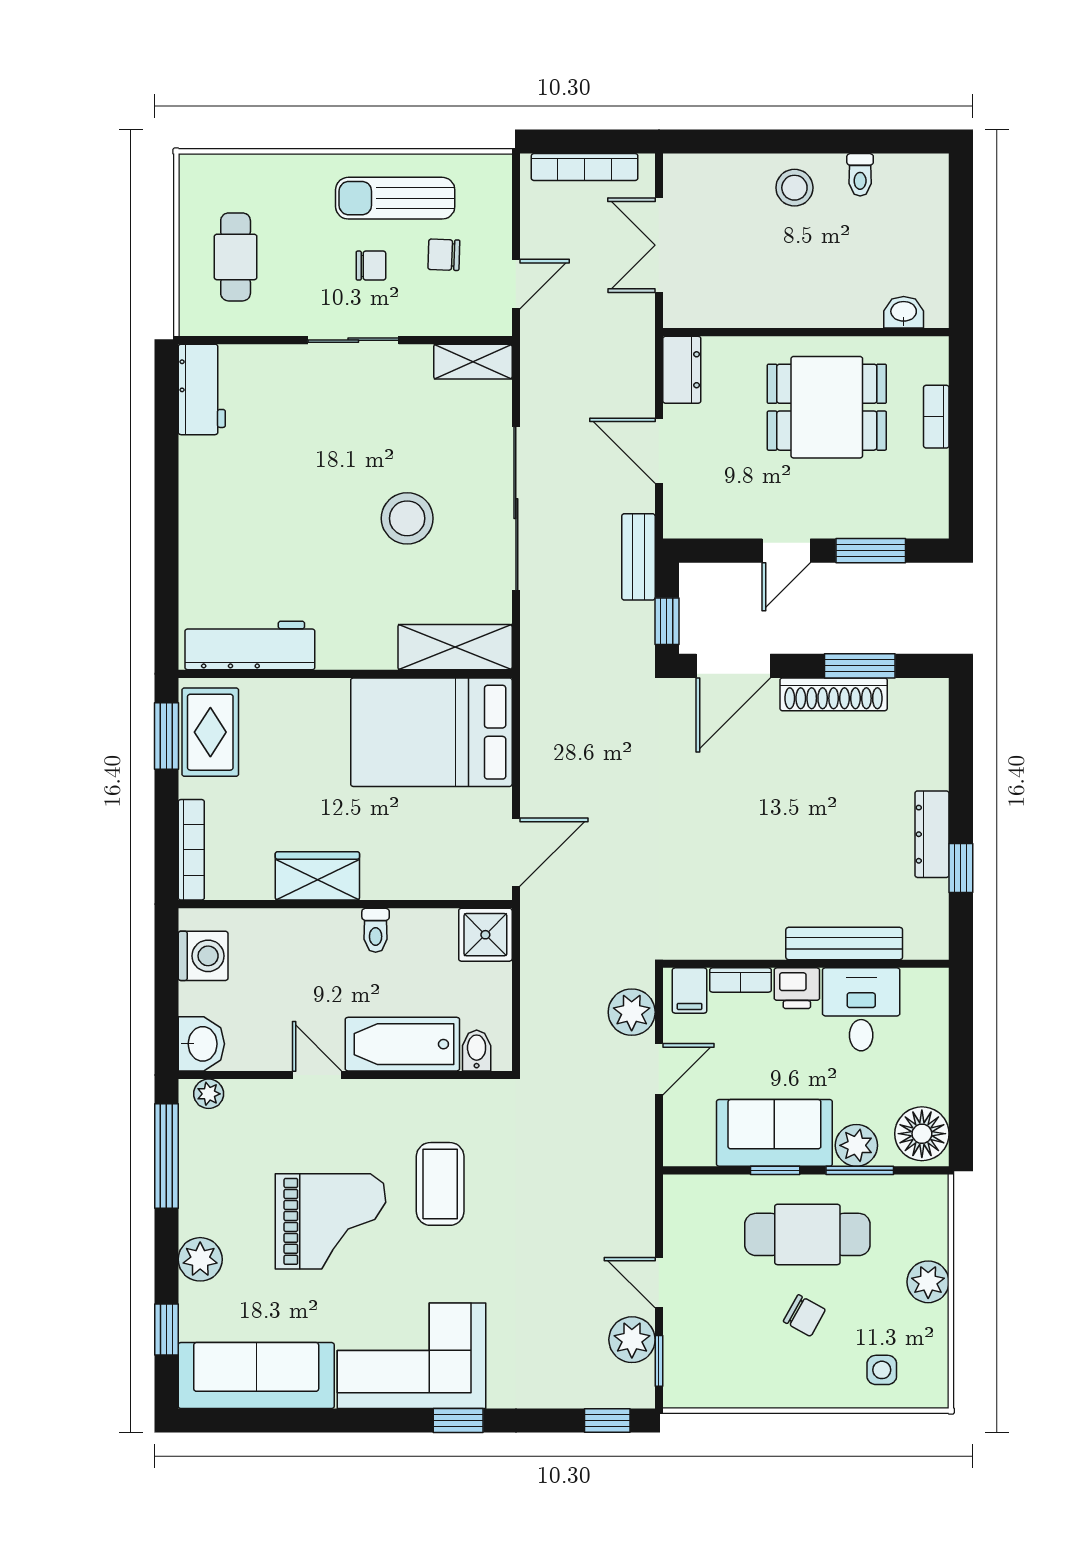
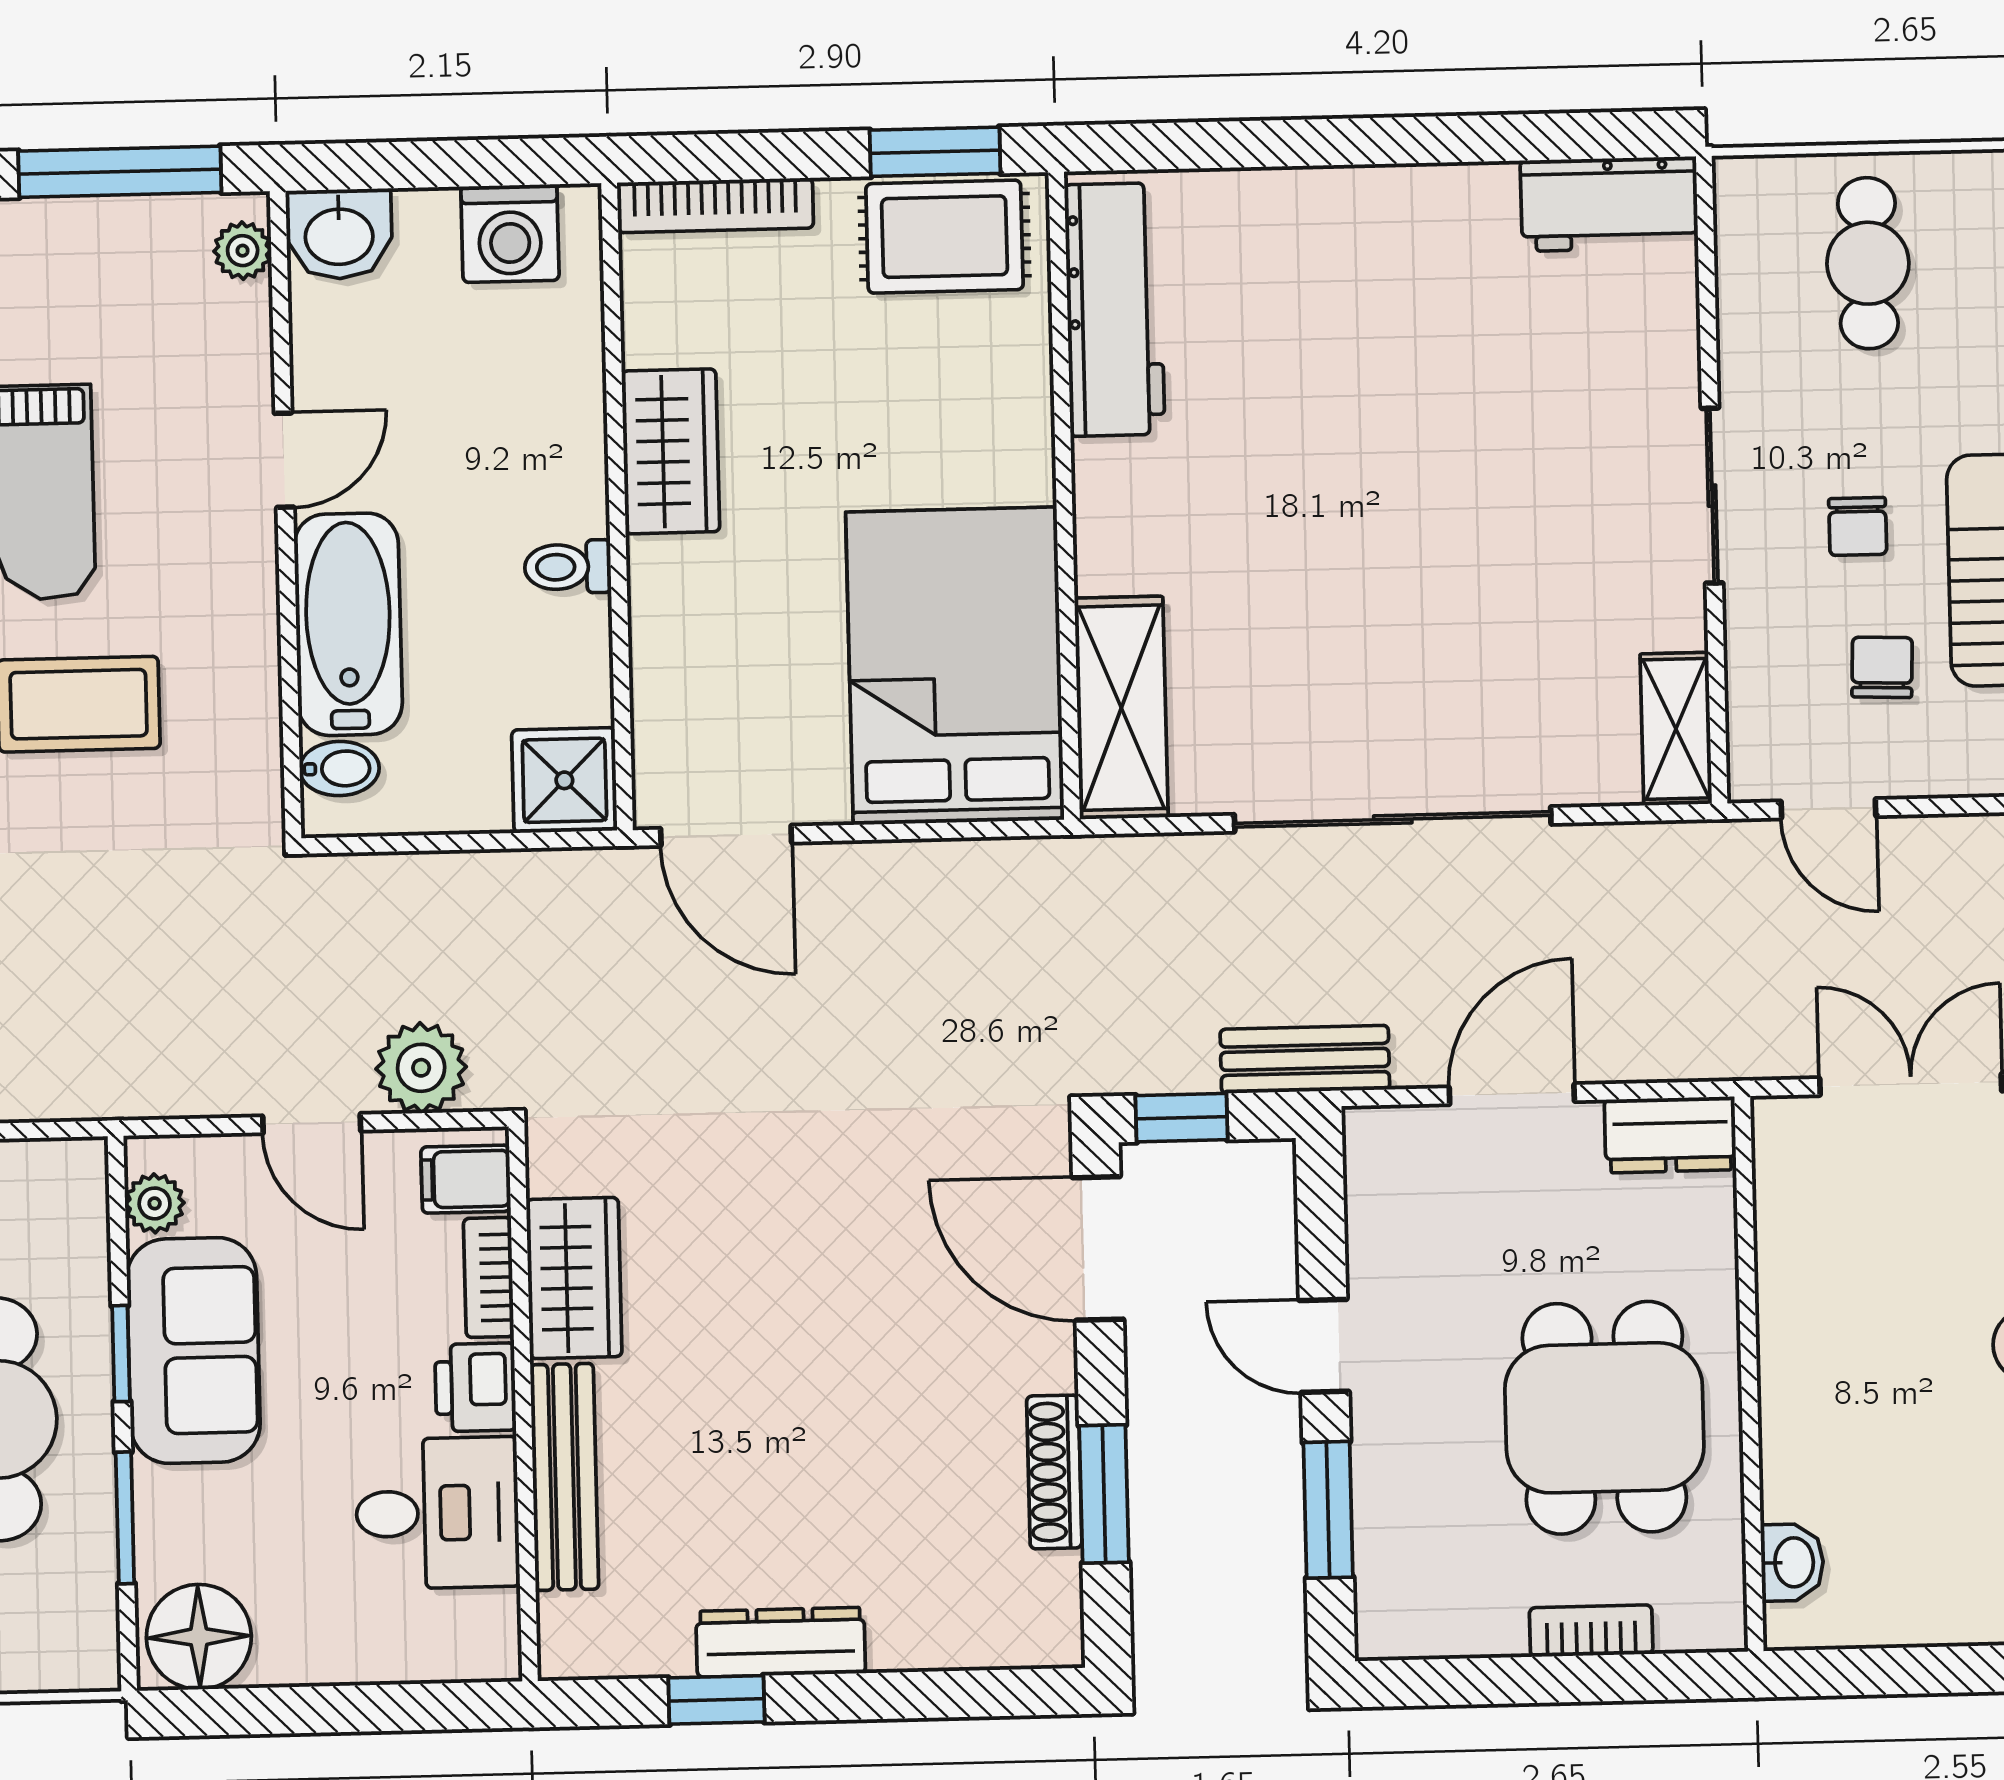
cafe table: (236, 257) -> (1868, 263), turned 90
stool: (407, 518) -> (1369, 609), removed
shoe rack: (834, 694) -> (1054, 1472), width x0.74, depth x0.81
wardrobe: (742, 936) -> (574, 1278), added
plant: (856, 1145) -> (155, 1203), moved, width x0.73, depth x0.73

